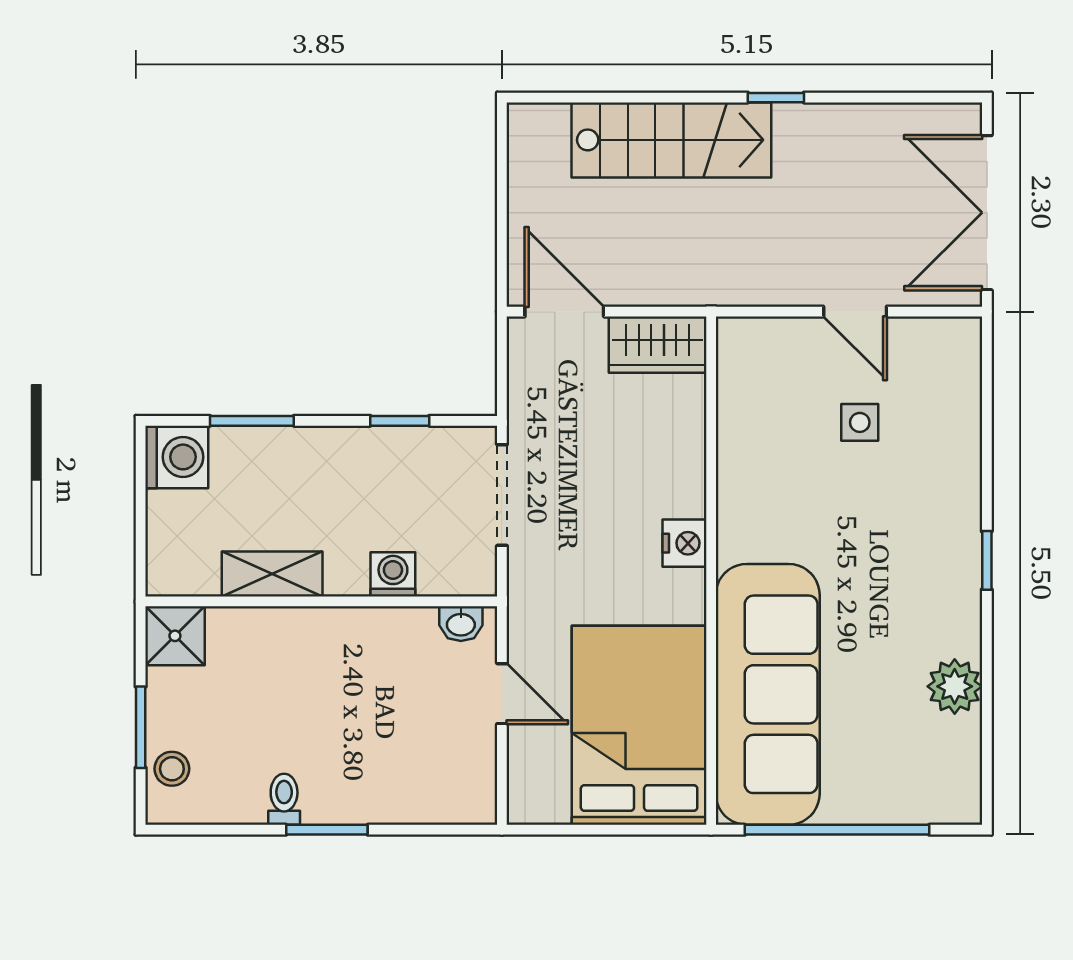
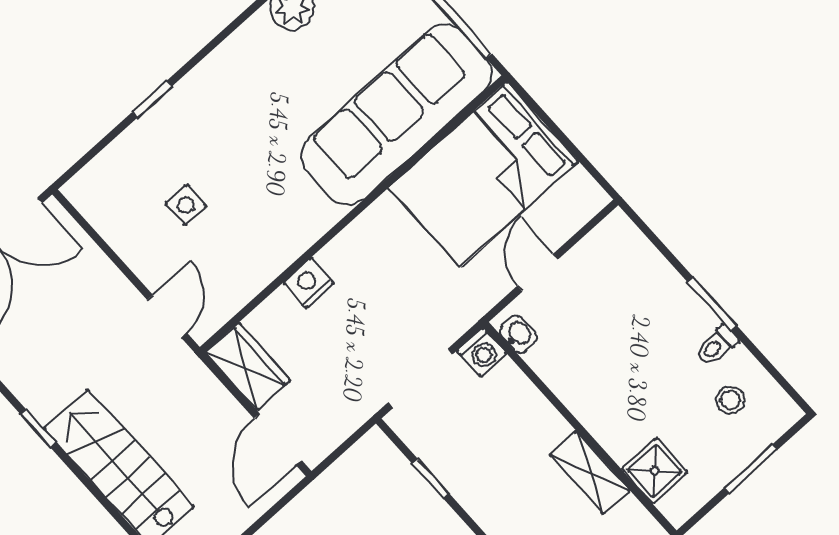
door: (855, 312) -> (167, 316), moved
nightstand: (684, 543) -> (309, 283), moved
window: (987, 560) -> (152, 99), moved
washing machine: (393, 574) -> (482, 352), moved, turned -90
shower: (175, 636) -> (655, 471), moved
stool: (172, 769) -> (730, 400), moved

